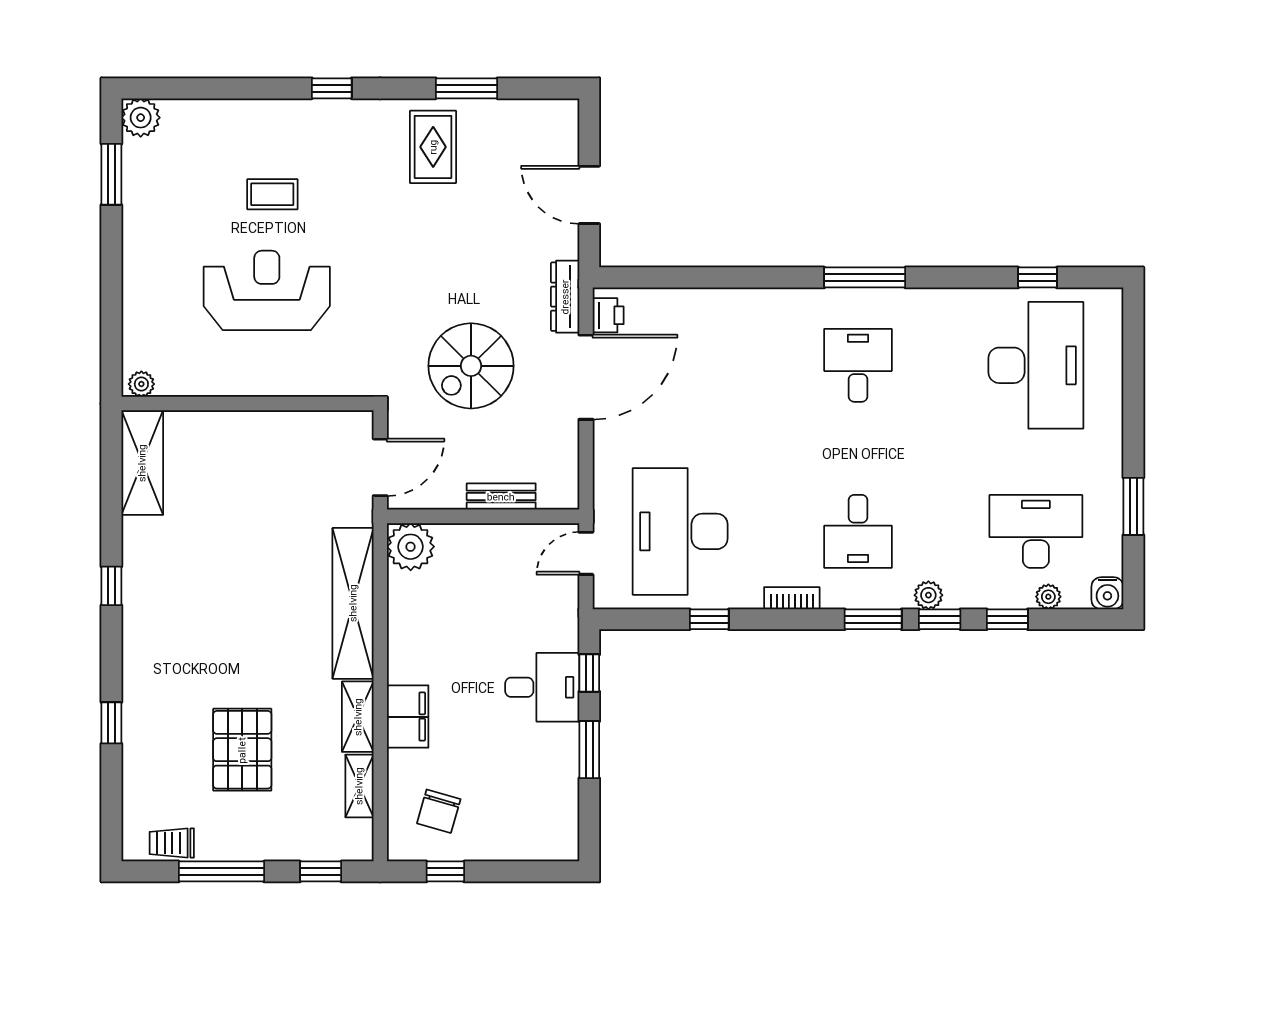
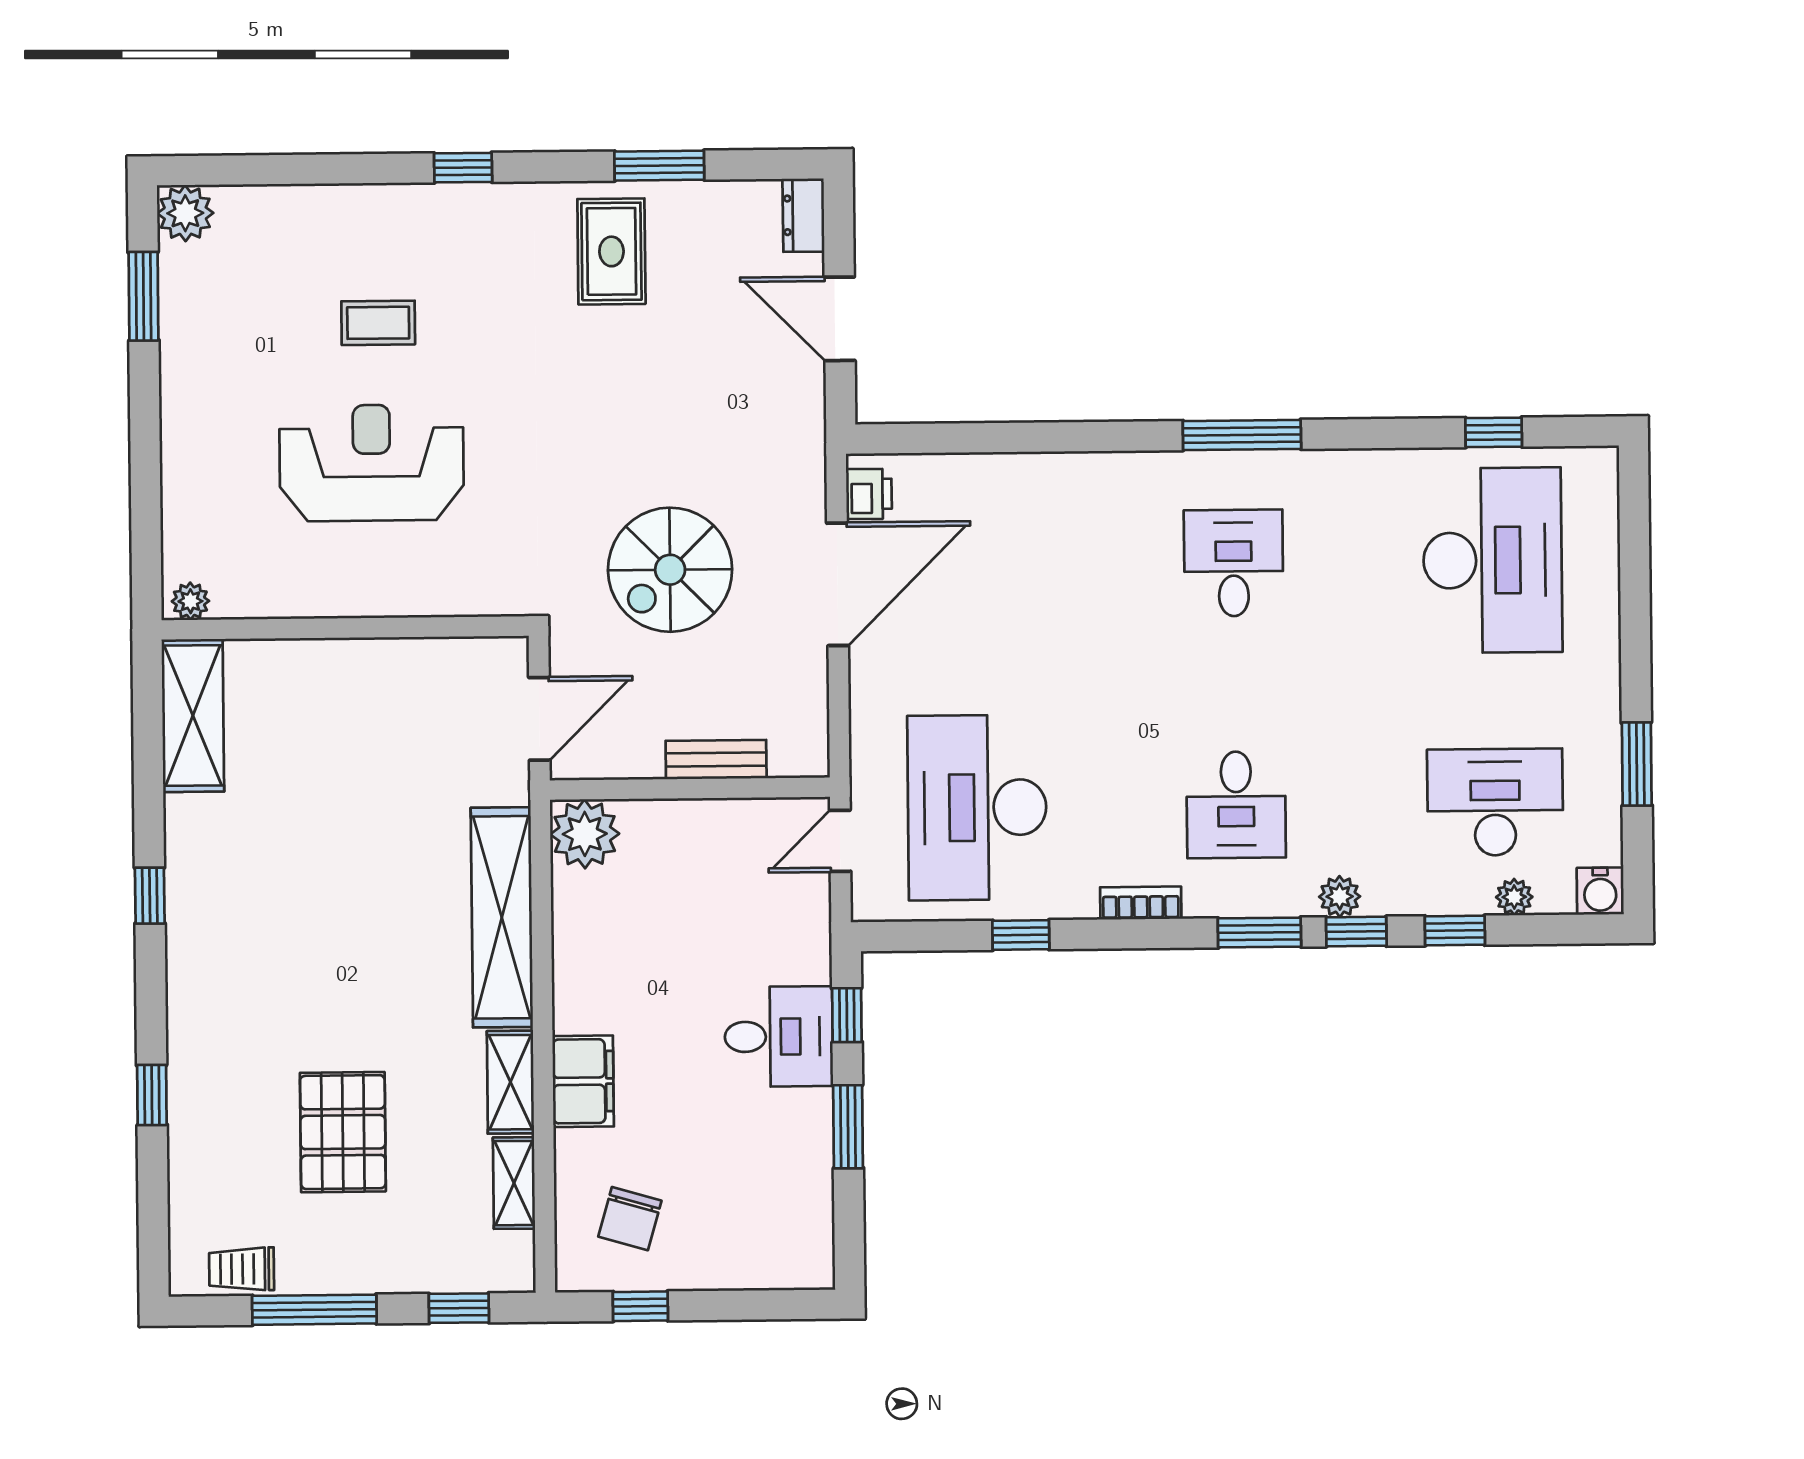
dresser: (565, 297) -> (803, 215), moved, width x0.70

